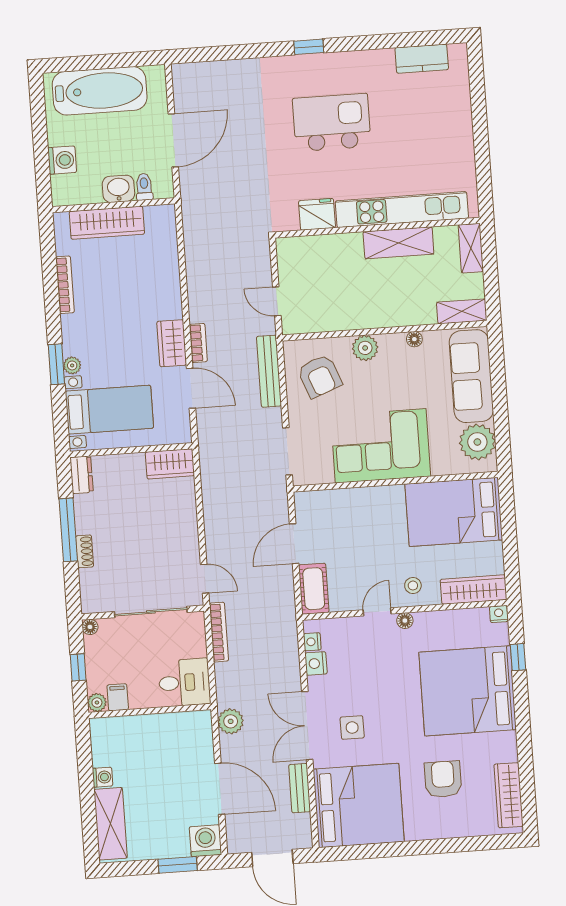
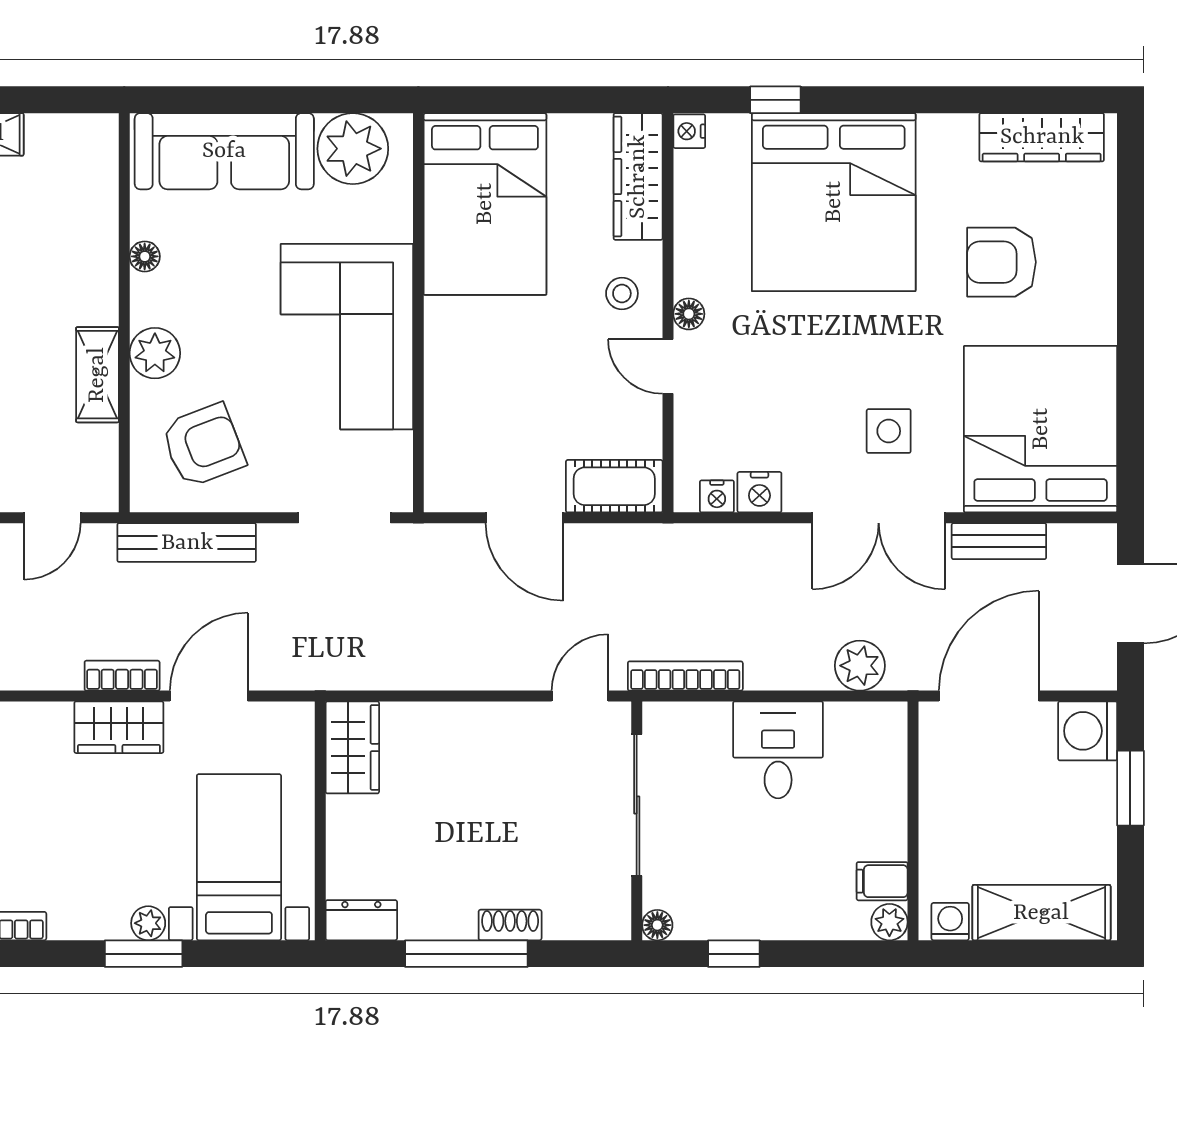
shelving: (462, 311) -> (97, 375), moved
filing cabinet: (118, 697) -> (882, 881), moved
plant: (97, 703) -> (889, 922), moved
wall: (150, 711) -> (913, 821), moved

